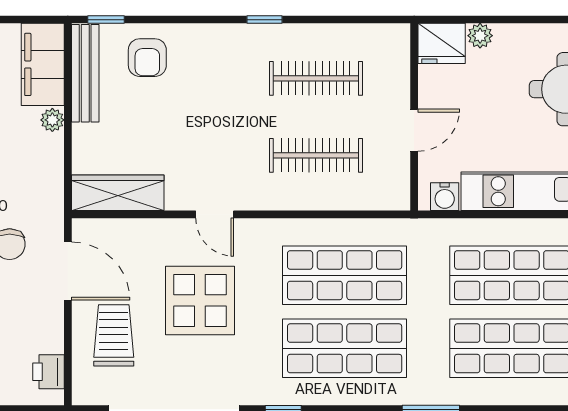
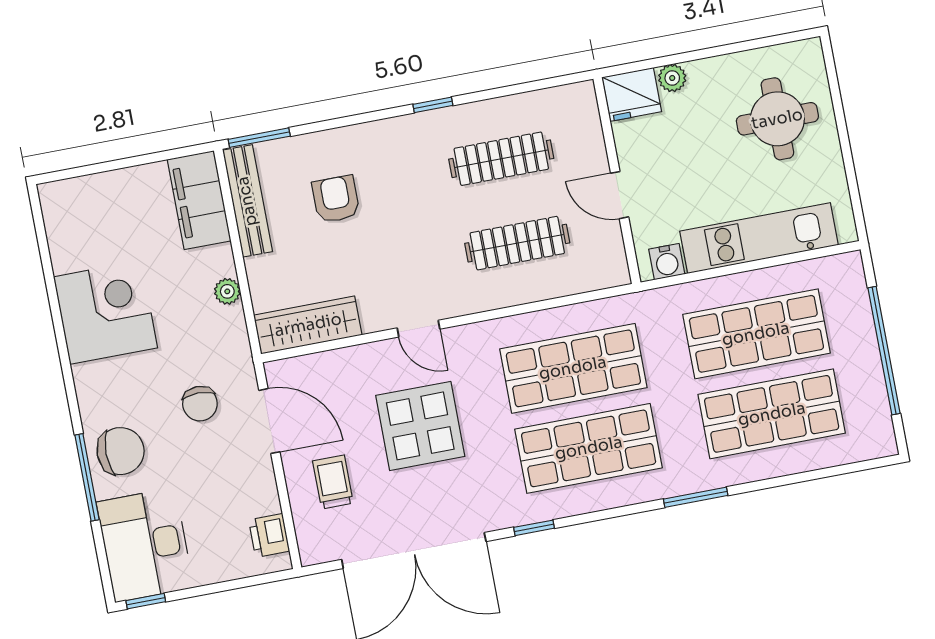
window: (106, 20) -> (259, 138), width x1.50
armchair: (147, 58) -> (336, 199), moved, turned 180
plant: (52, 120) -> (227, 291), moved
door: (414, 130) -> (620, 195), swing flipped
trolley: (114, 335) -> (333, 482), width x0.73, depth x0.72

